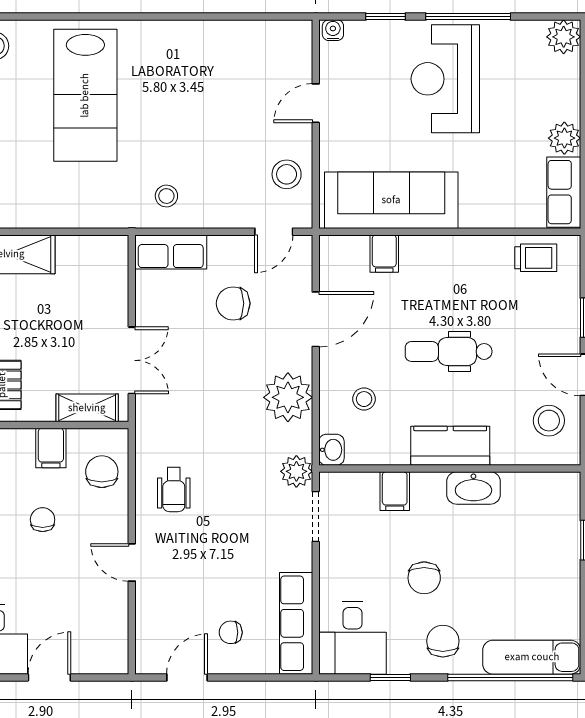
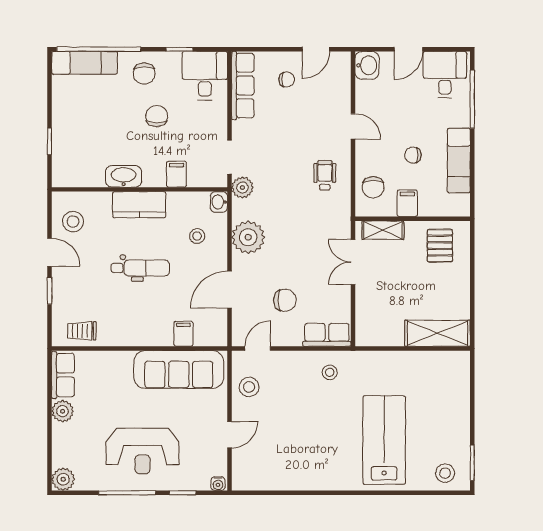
reception desk: (445, 79) -> (143, 451), turned 90
chair: (43, 520) -> (413, 155), turned 90
washbasin: (111, 653) -> (367, 65), added

